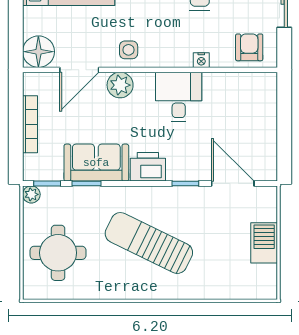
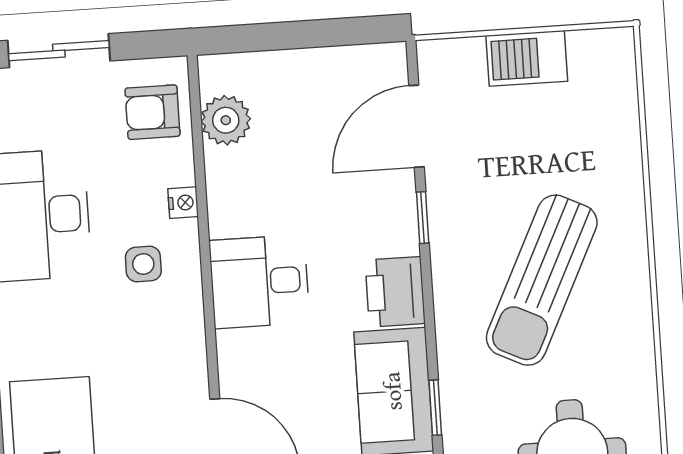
side table: (129, 50) -> (143, 264), moved
plant: (120, 85) -> (226, 120), moved
desk: (179, 97) -> (259, 282), moved

